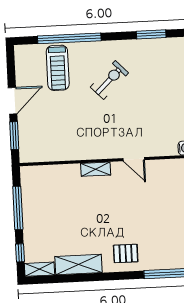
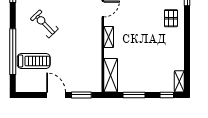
window: (18, 208) -> (134, 95), width x0.69
shelving: (78, 265) -> (111, 75), moved

